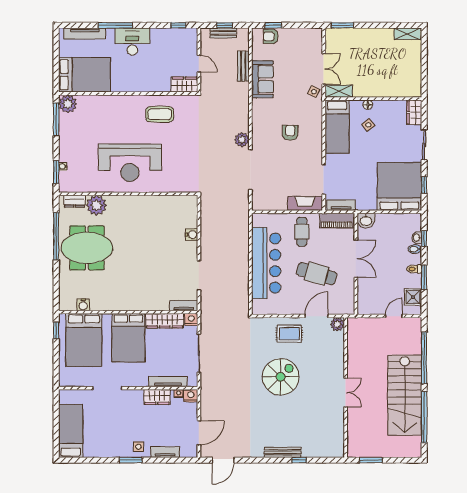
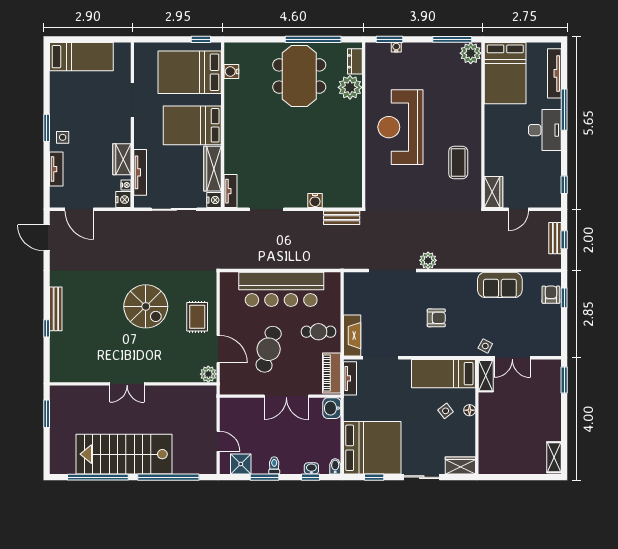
bench: (243, 66) -> (342, 218), moved
bidet: (415, 249) -> (335, 466), moved

